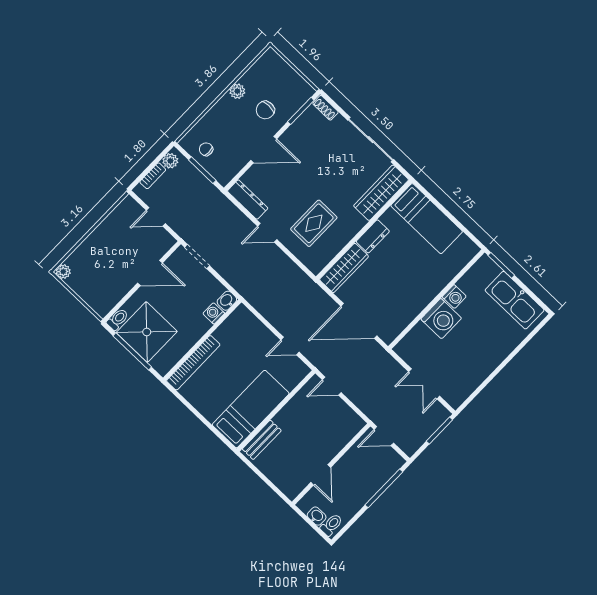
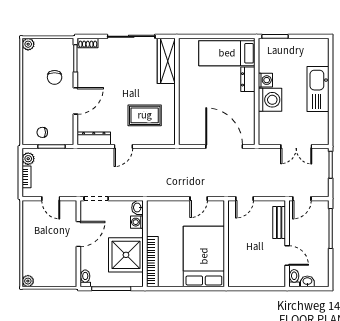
plant: (237, 91) -> (28, 44), moved
door: (156, 217) -> (51, 199), hinge flipped
bed: (427, 219) -> (227, 53), moved, turned 180
rug: (314, 223) -> (145, 115), turned 90
dresser: (373, 236) -> (248, 79), moved, turned 180
wardrobe: (344, 268) -> (187, 124), removed
kitchen sink: (515, 300) -> (318, 89), moved, turned 90
door: (359, 321) -> (224, 147), swing flipped
shower: (147, 332) -> (126, 255), moved
bed: (251, 409) -> (204, 256), width x1.50
bench: (262, 440) -> (279, 222), moved
toilet: (331, 525) -> (294, 278), moved

